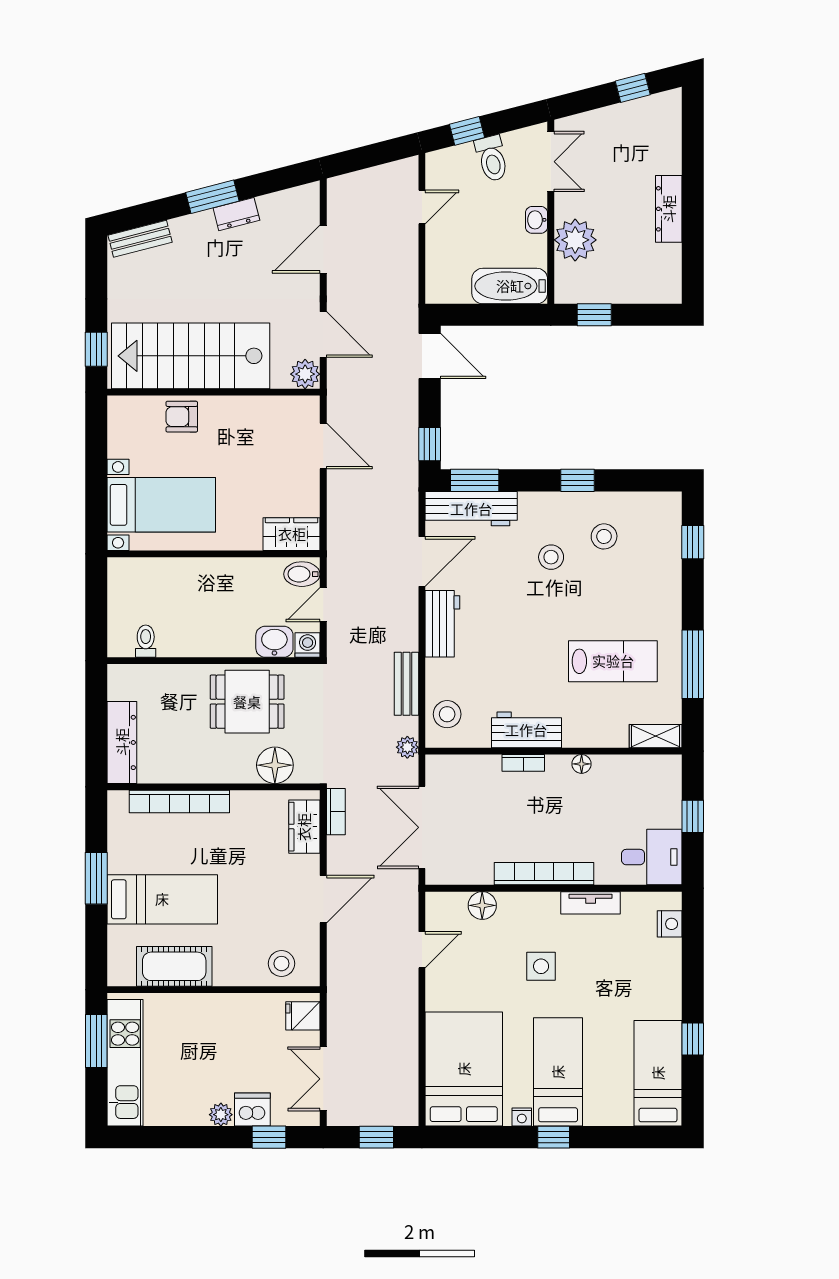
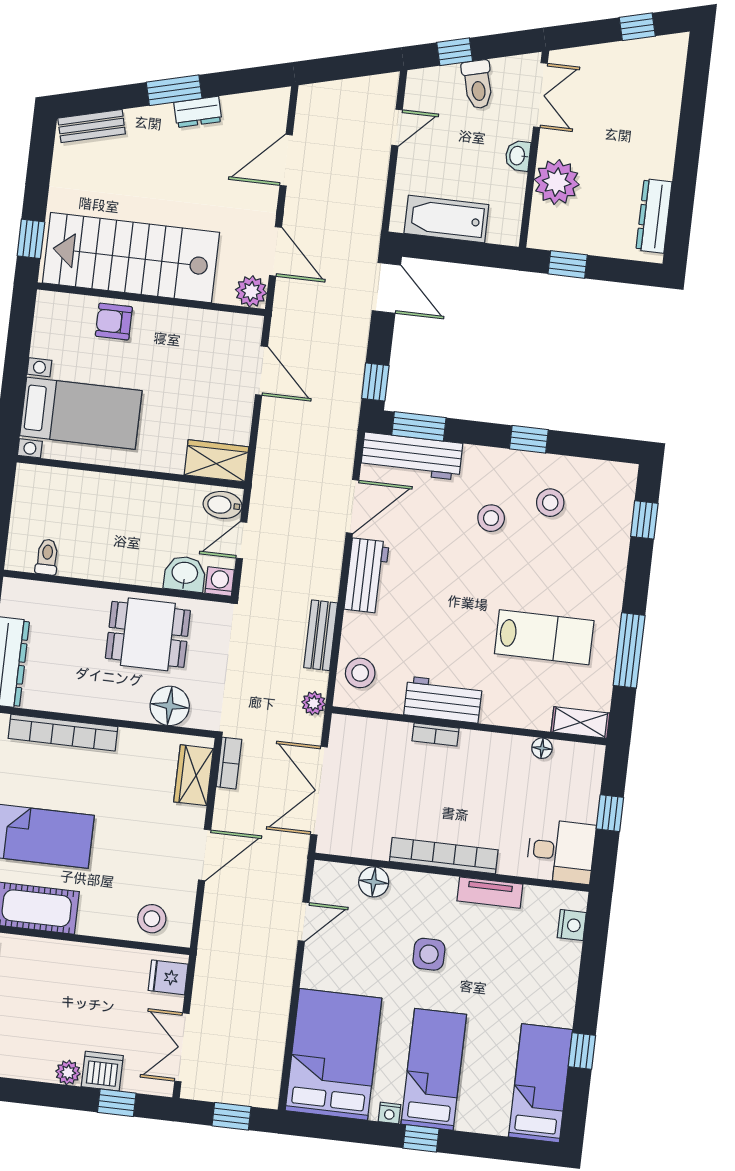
dresser: (669, 209) -> (654, 216), moved
bathtub: (510, 286) -> (446, 219), moved
floor lamp: (582, 764) -> (542, 748), moved

